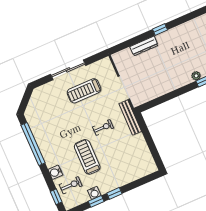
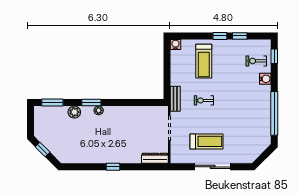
dresser: (144, 46) -> (155, 158), moved
bench: (130, 118) -> (175, 99), width x0.73
treadmill: (87, 157) -> (204, 61), moved
water cooler: (94, 193) -> (175, 44), moved

